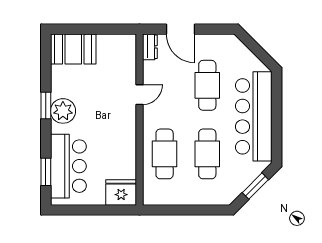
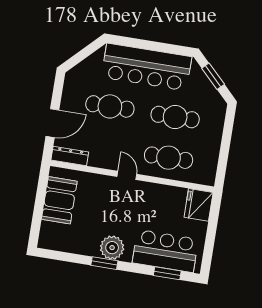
dresser: (150, 47) -> (70, 156), width x1.44
booth: (73, 49) -> (59, 200), moved
door: (139, 95) -> (127, 175), moved

